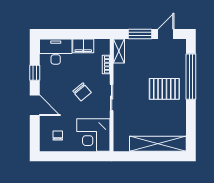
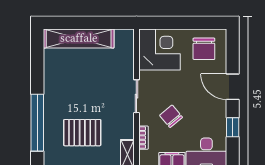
pallet: (164, 89) -> (82, 133), moved
chair: (82, 92) -> (171, 116), moved
chair: (58, 136) -> (204, 49), width x1.87, depth x1.87

